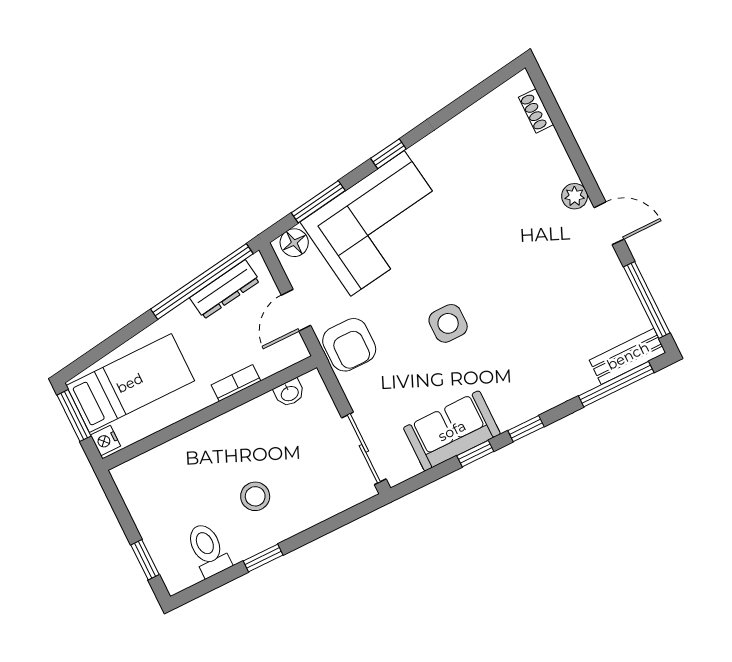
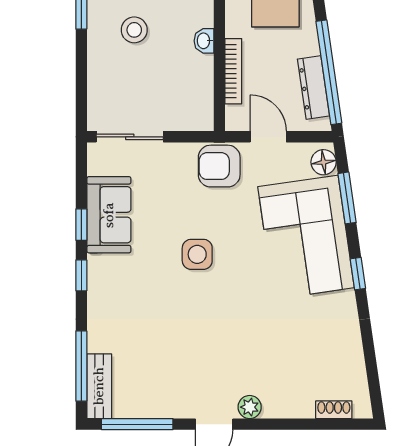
bookcase: (236, 383) -> (233, 71), width x1.56
washbasin: (289, 393) -> (204, 41), moved

